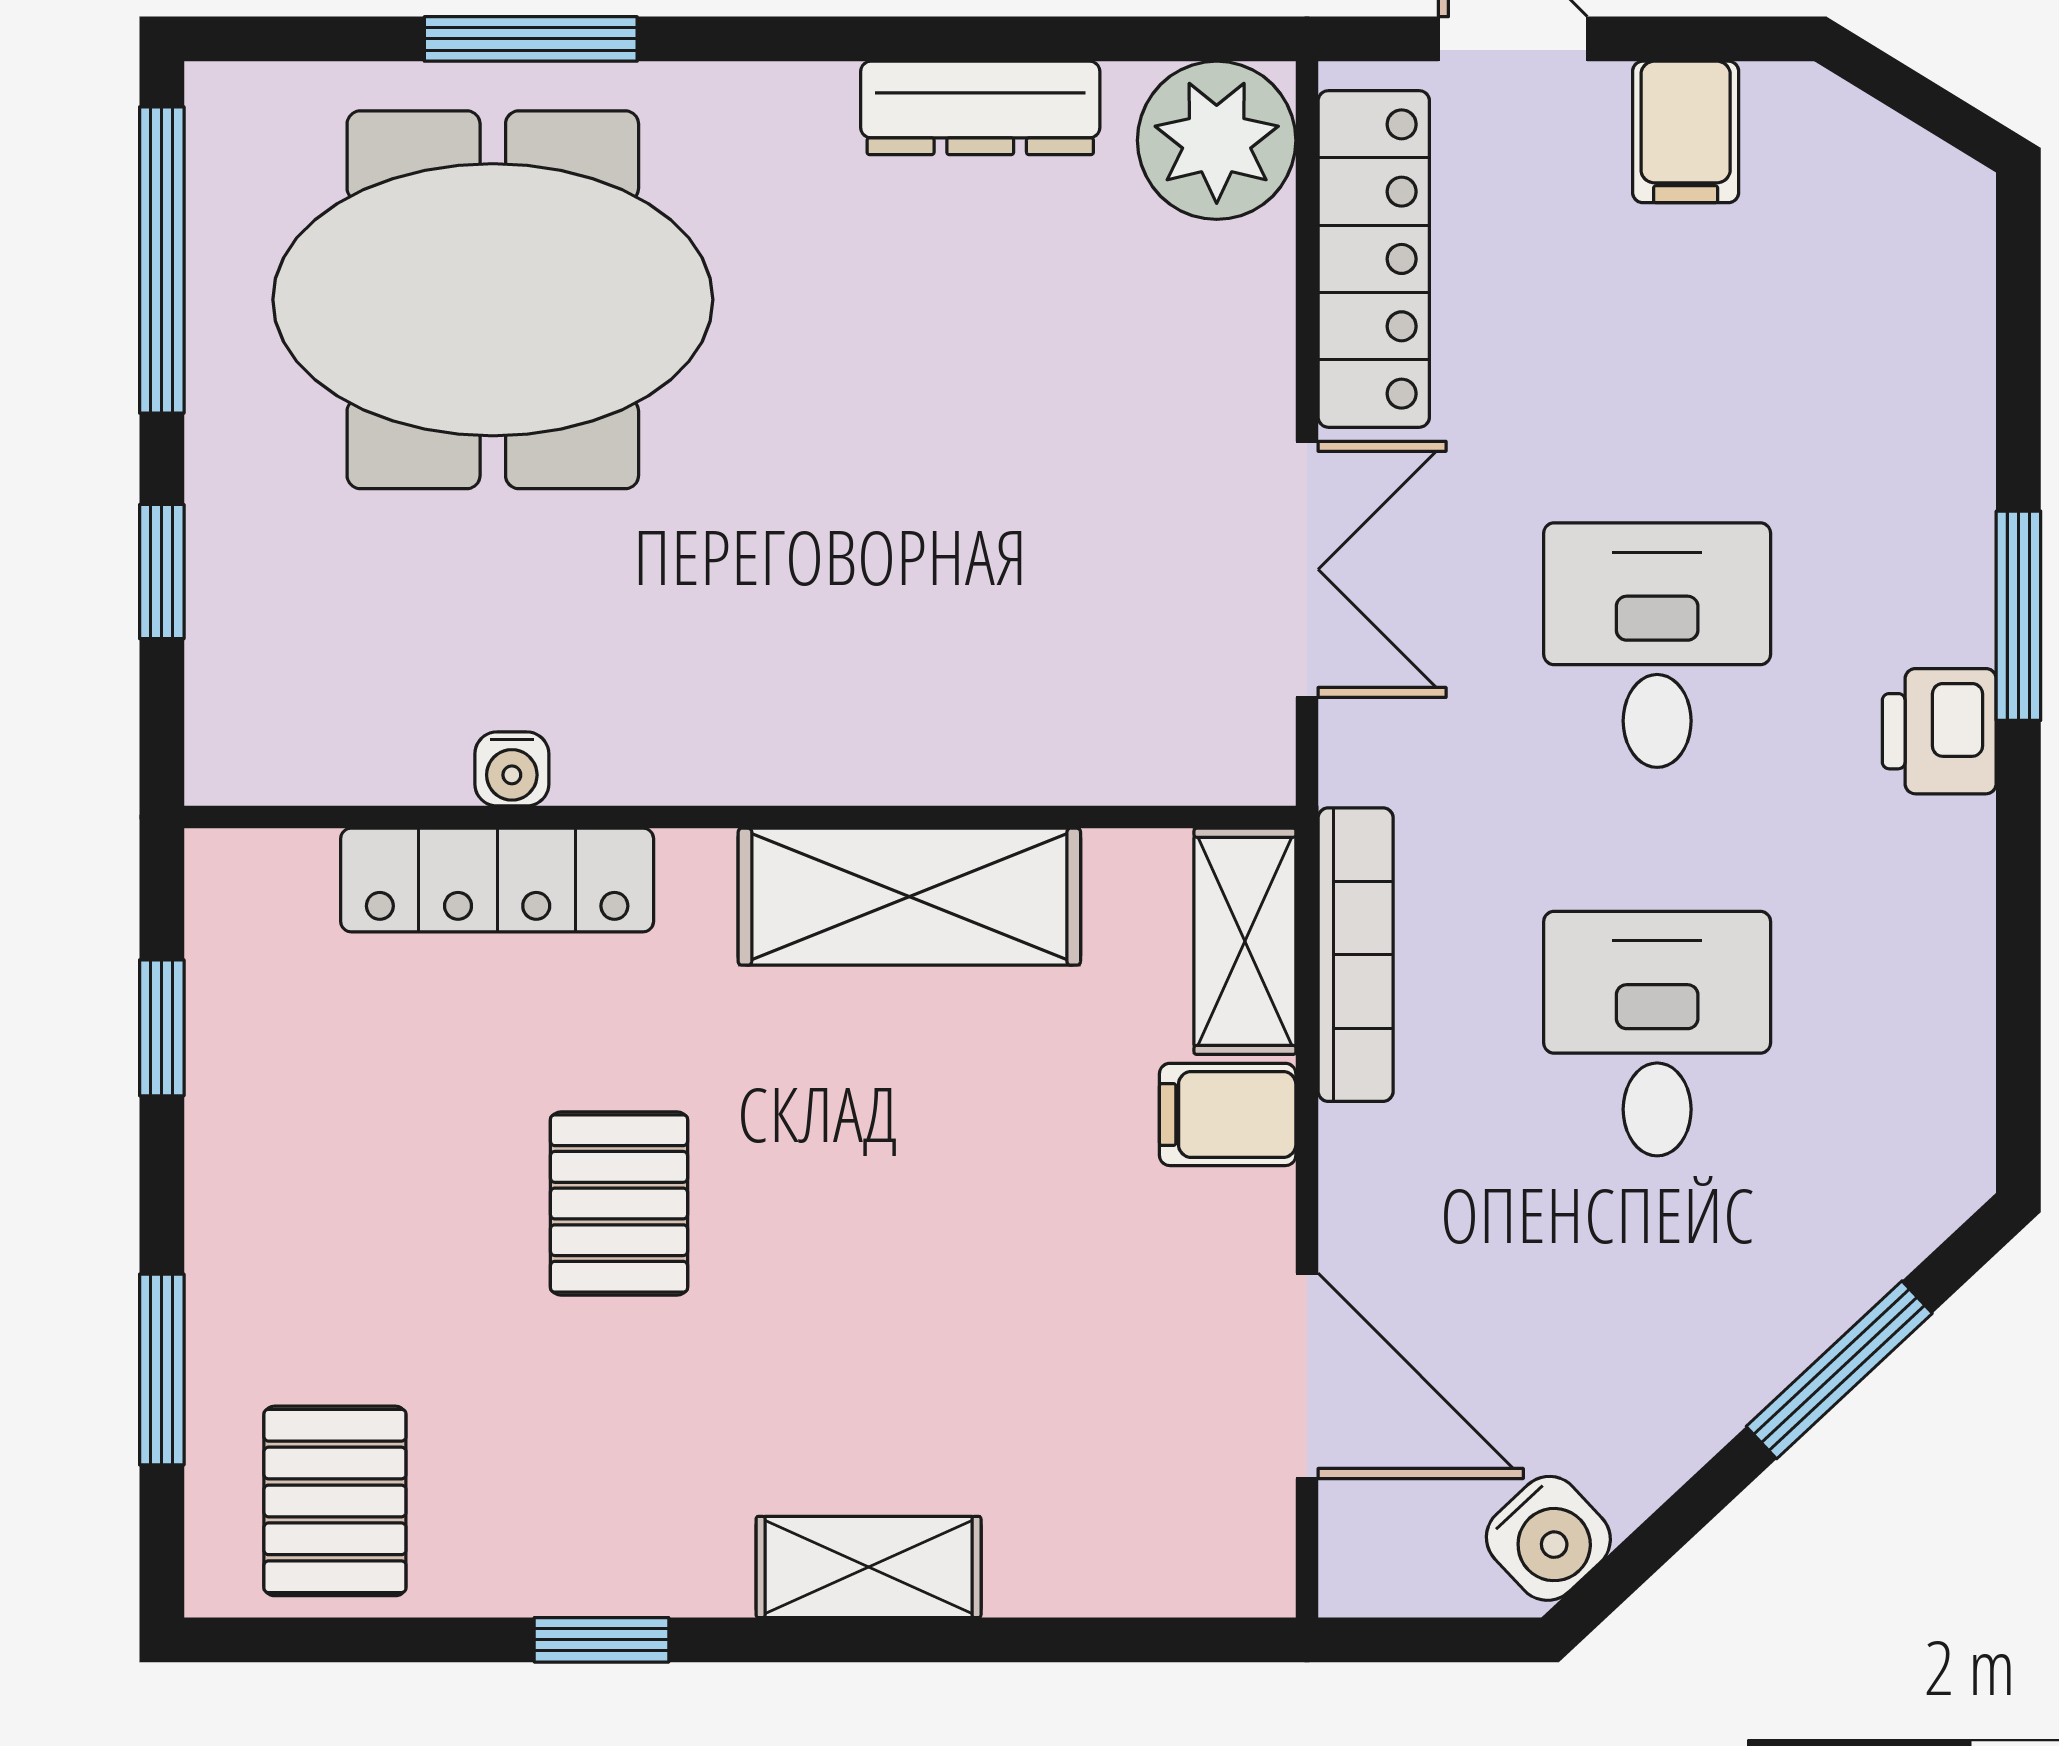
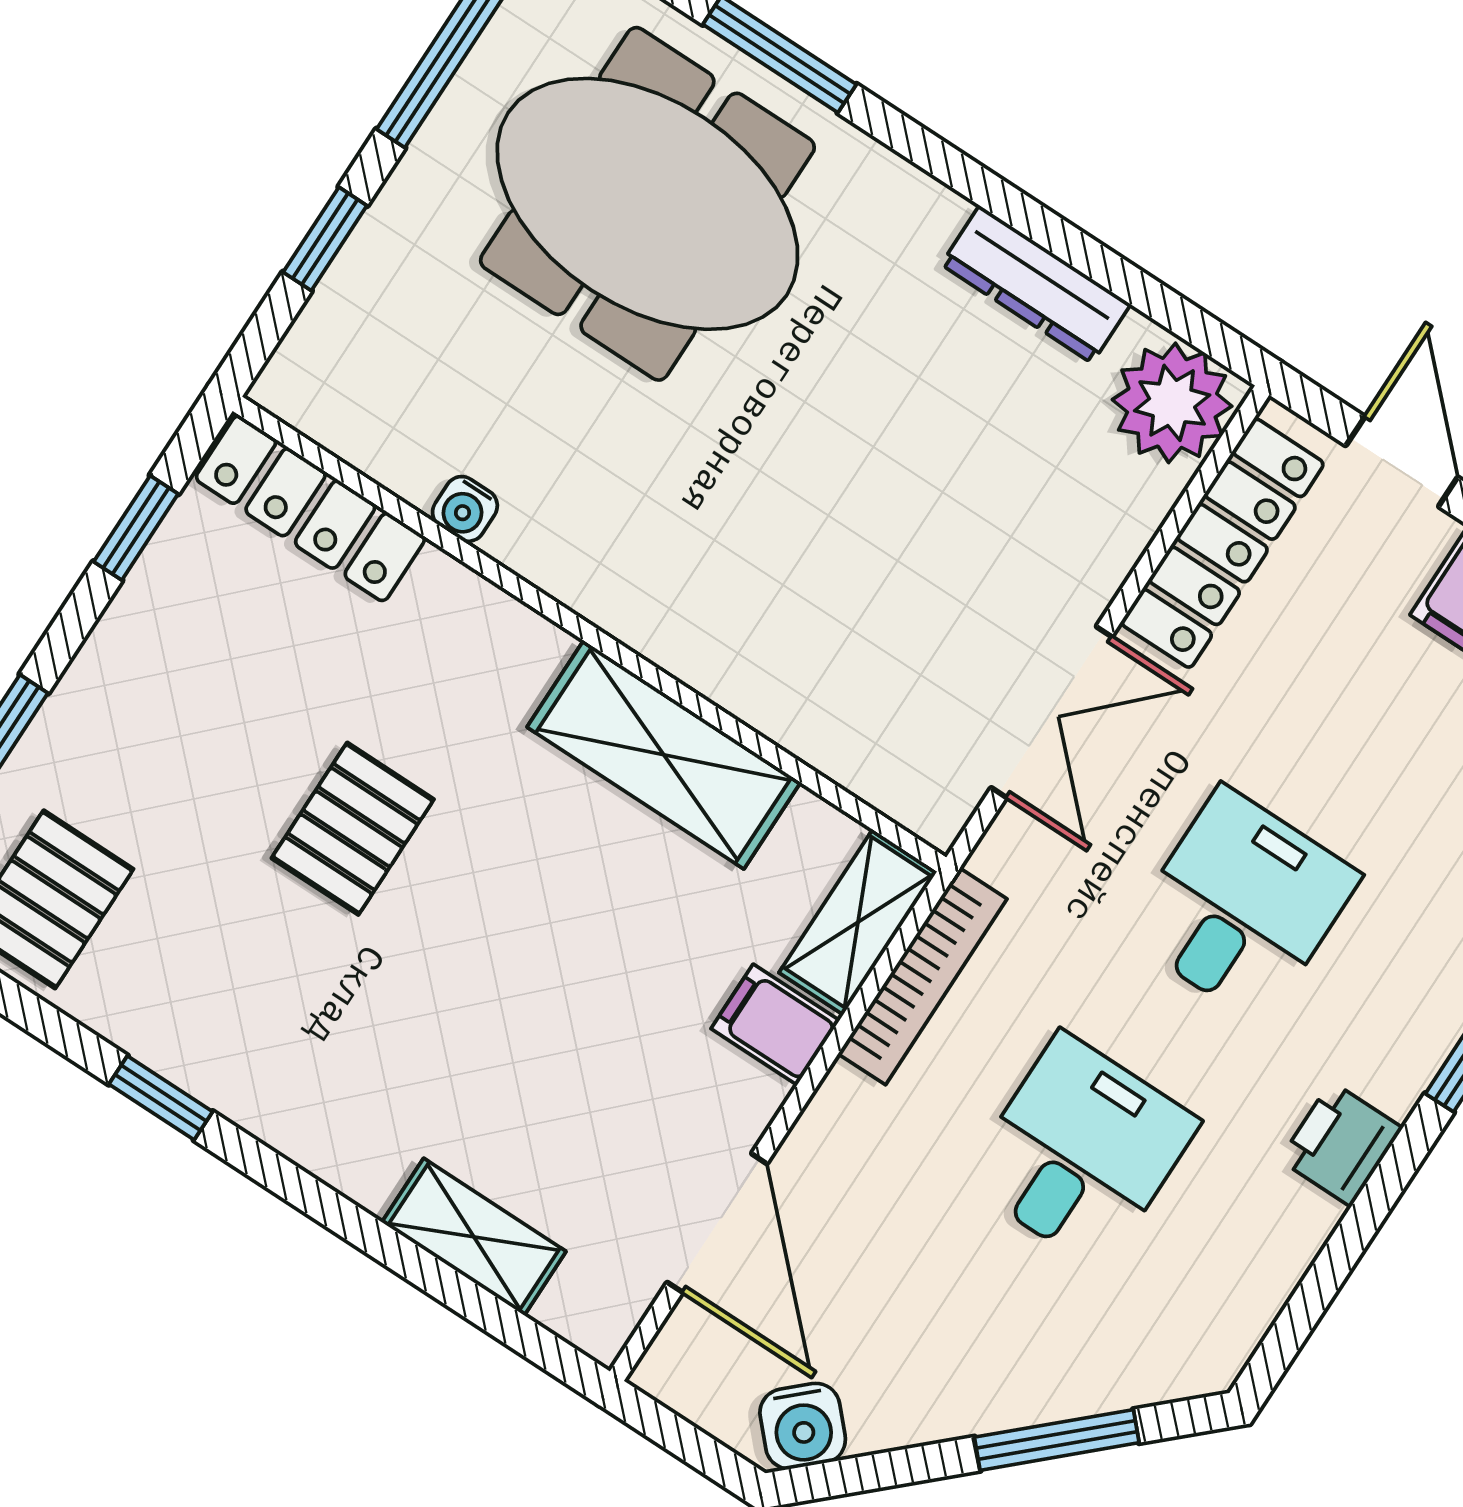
printer: (1939, 731) -> (1341, 1144), moved
locker: (497, 880) -> (310, 508), moved
shelving: (869, 1567) -> (474, 1237), moved

